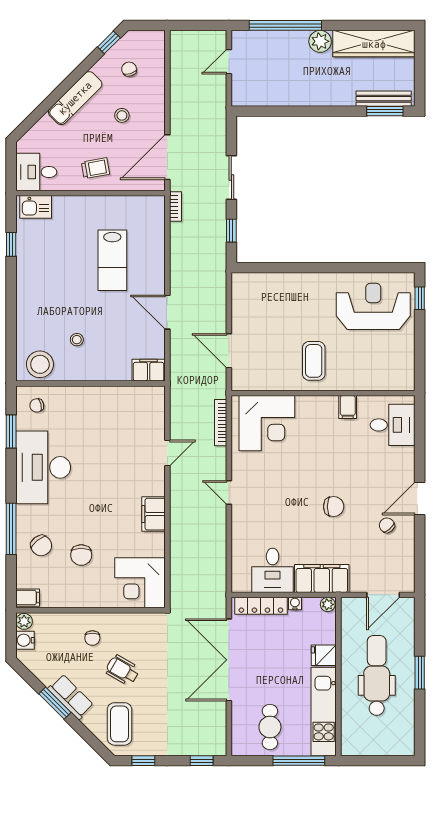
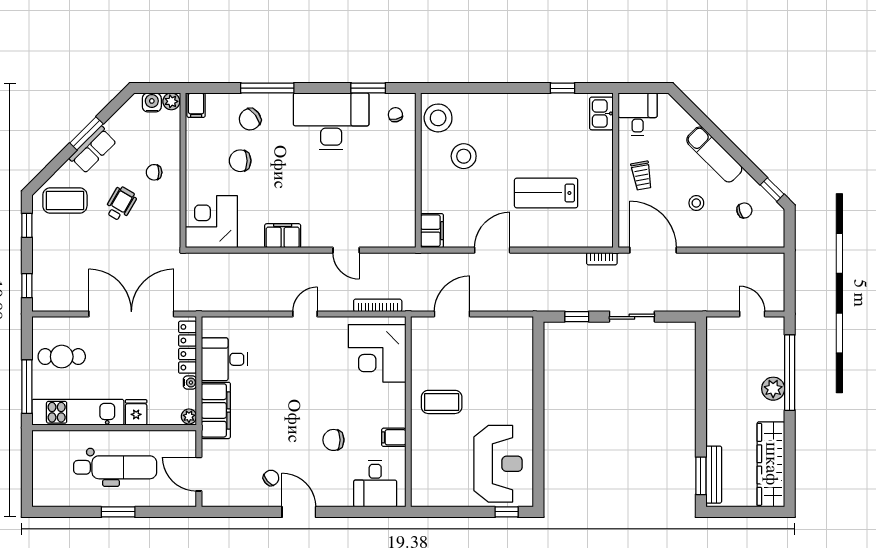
plant: (320, 41) -> (773, 389), moved
stool: (77, 340) -> (464, 156), width x1.89, depth x1.89
chair: (334, 507) -> (333, 440), moved, turned 90

